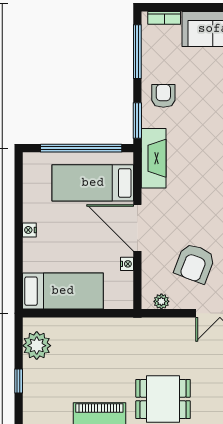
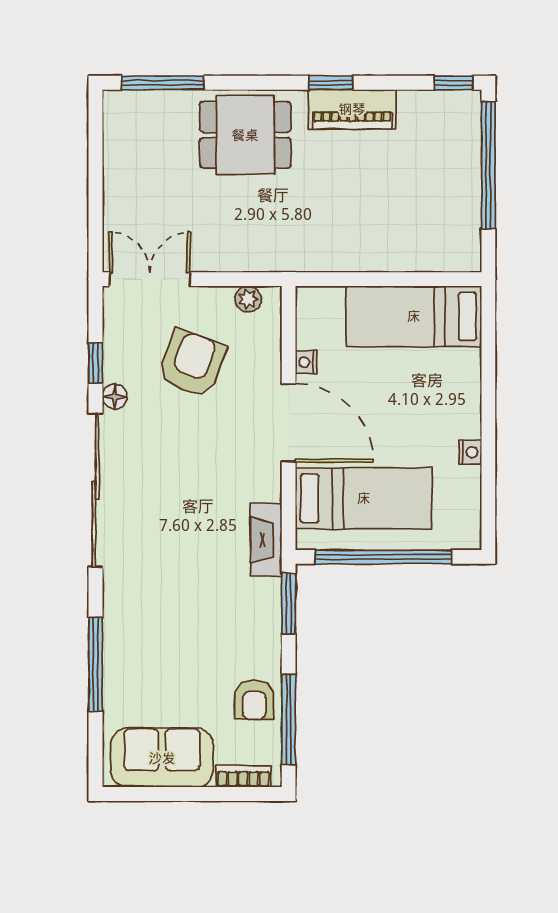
armchair: (163, 96) -> (254, 700), moved
fireplace: (154, 158) -> (266, 540), width x0.73, depth x0.76
nightstand: (29, 230) -> (470, 452), moved
plant: (37, 346) -> (458, 225), removed
window: (19, 381) -> (488, 165), width x3.17

